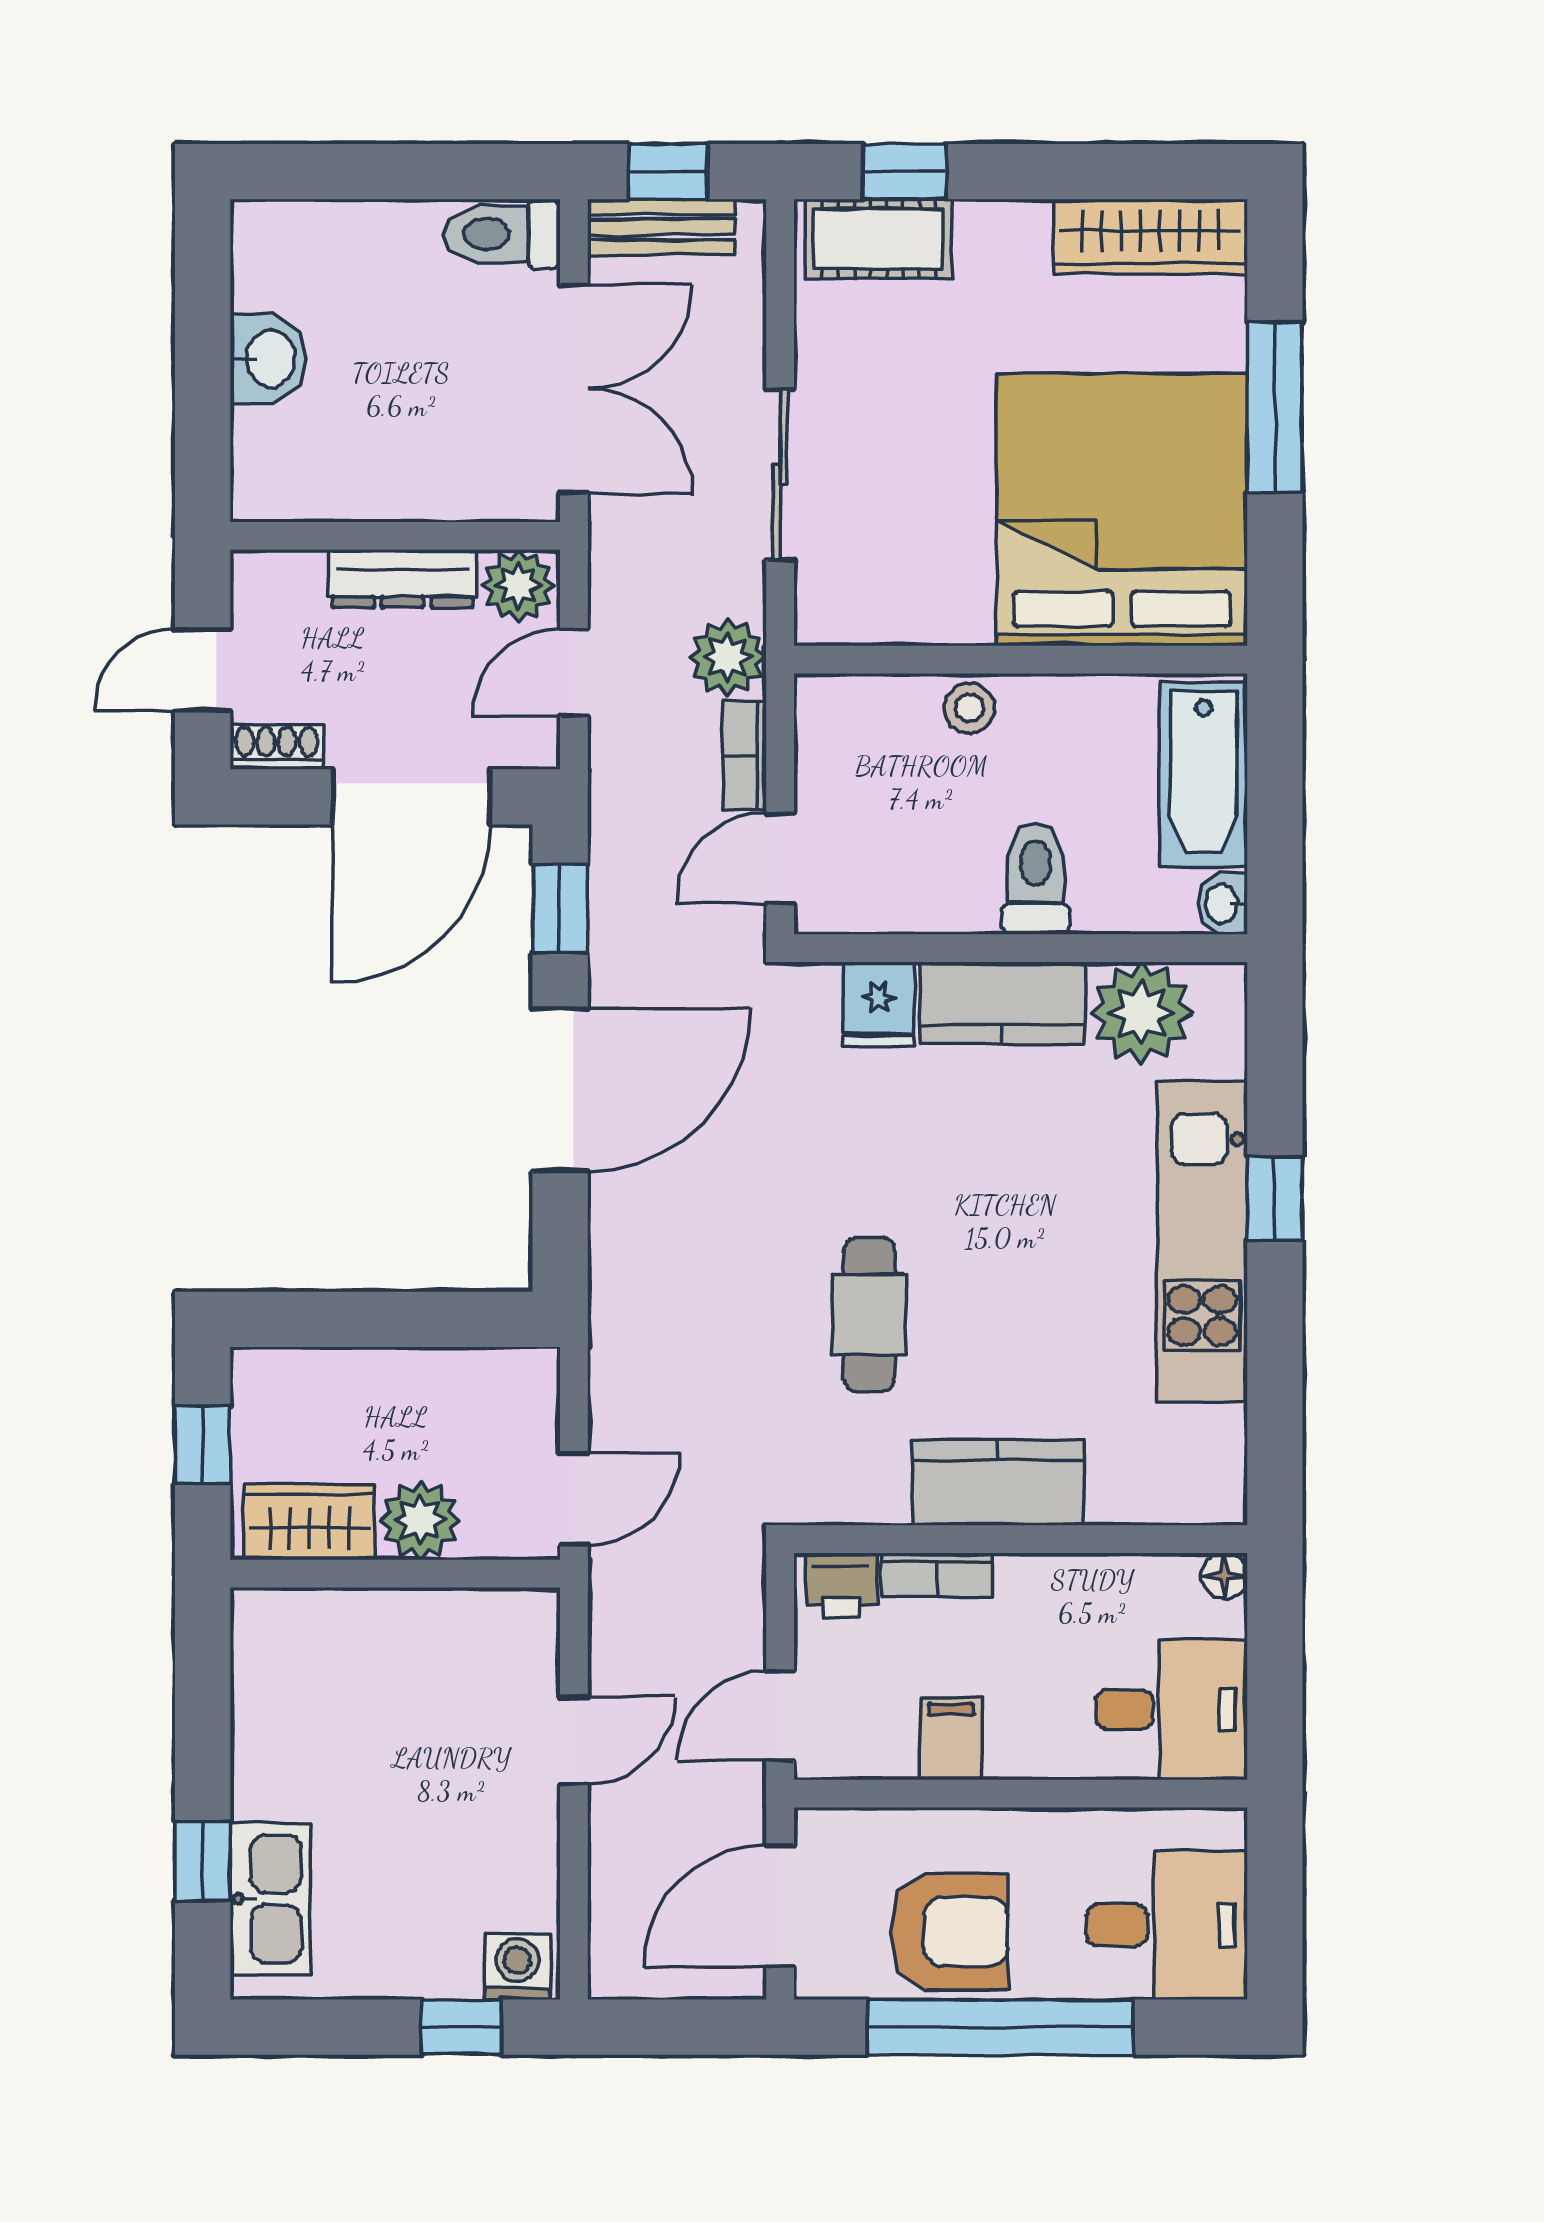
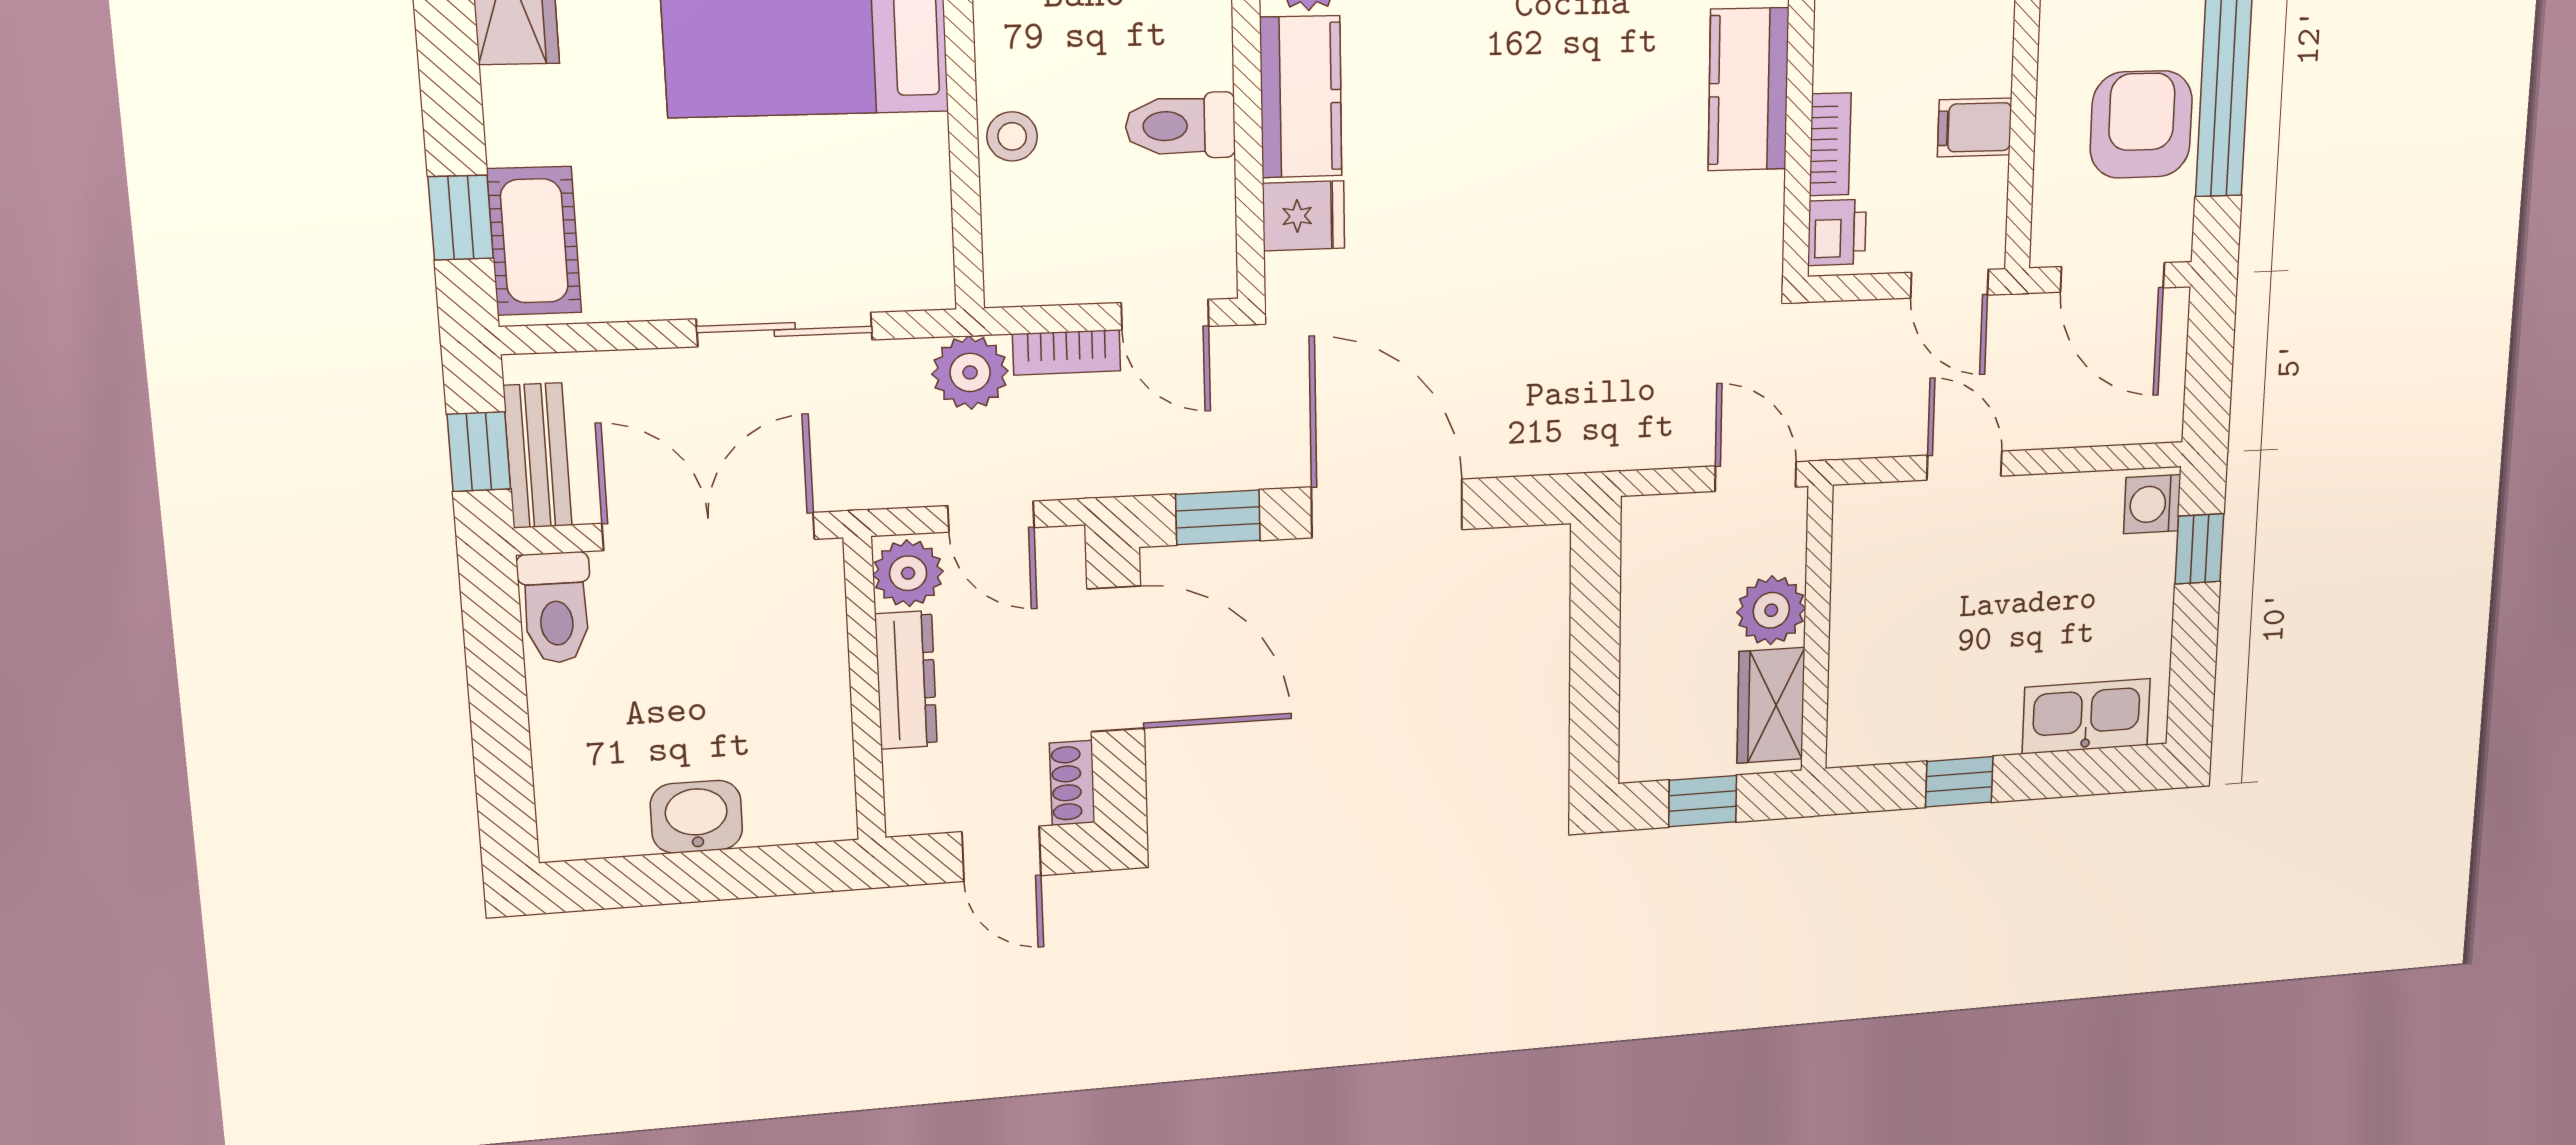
toilet: (1036, 879) -> (1180, 126), moved
cafe table: (869, 1314) -> (1594, 215), removed
window: (203, 1861) -> (1959, 782), moved

